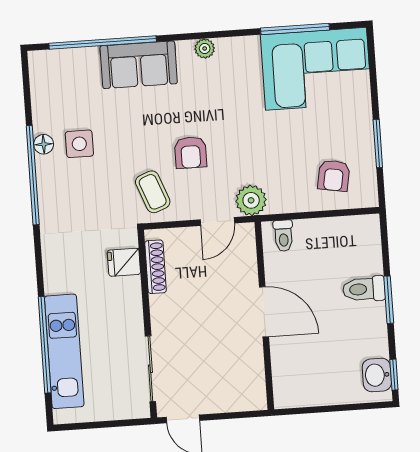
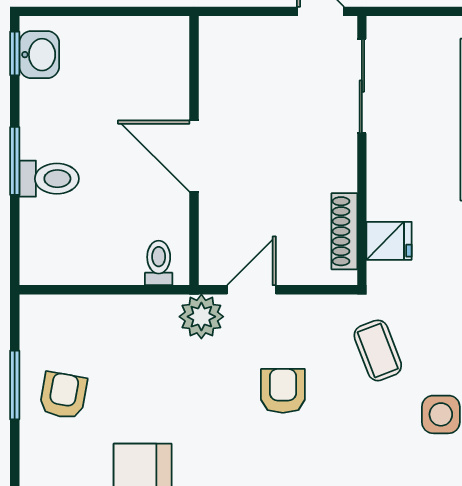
armchair: (334, 176) -> (63, 395), moved
coffee table: (153, 192) -> (378, 350), moved

